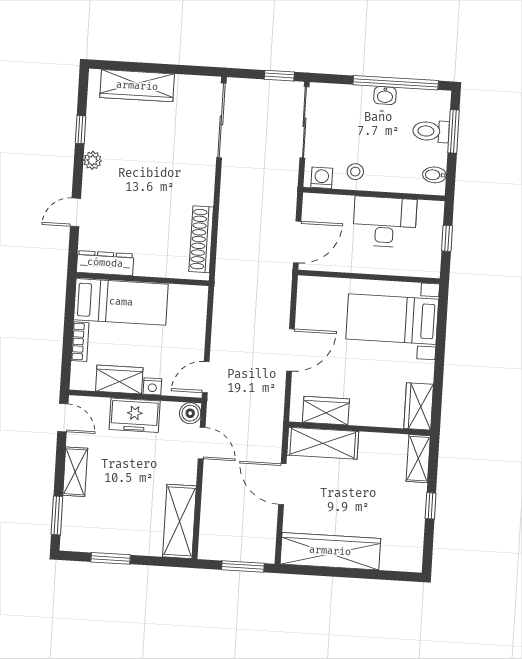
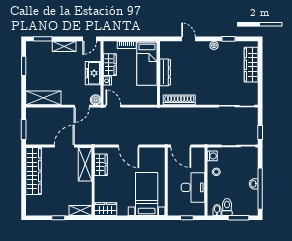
toilet: (431, 131) -> (227, 207), moved
dresser: (105, 263) -> (165, 72), moved

